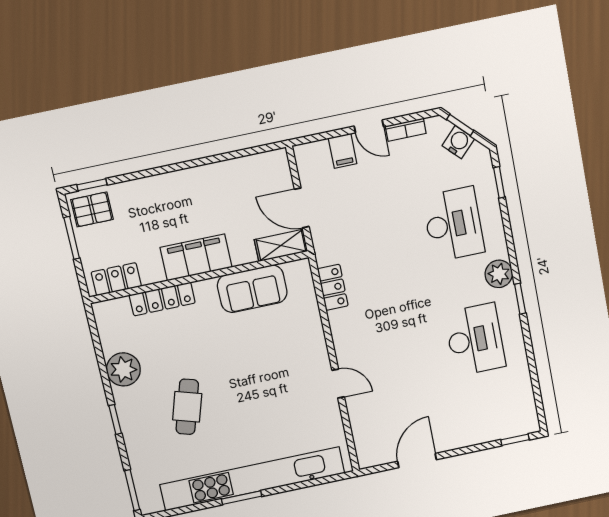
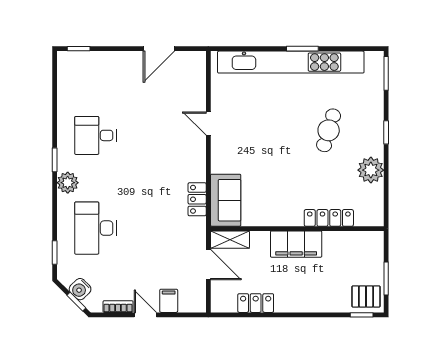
locker: (116, 279) -> (256, 303), moved, turned 180
sofa: (252, 289) -> (226, 200), moved, turned 90
desk: (475, 339) -> (95, 135), width x0.73

